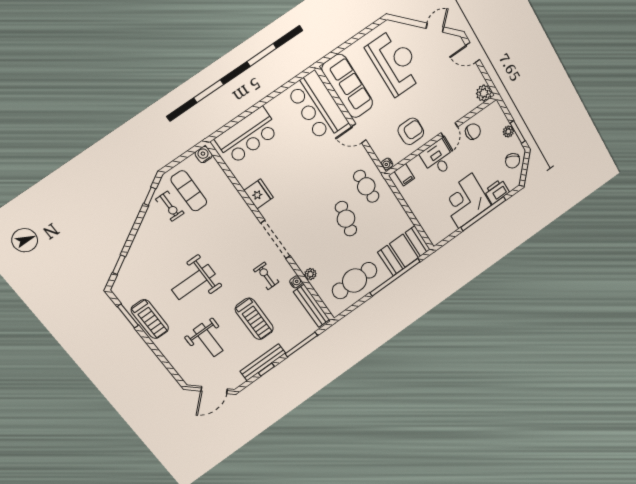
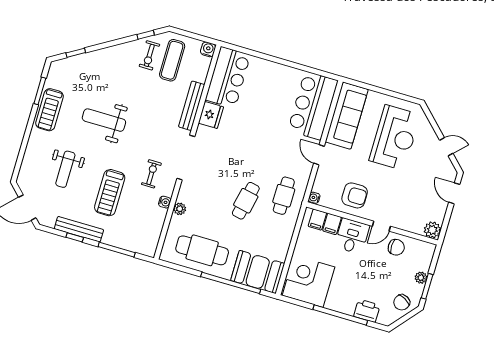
bar counter: (247, 136) -> (228, 77), moved, turned -90
filing cabinet: (417, 166) -> (332, 224), added
corner desk: (465, 201) -> (309, 281), moved
bench: (311, 306) -> (192, 106), moved

